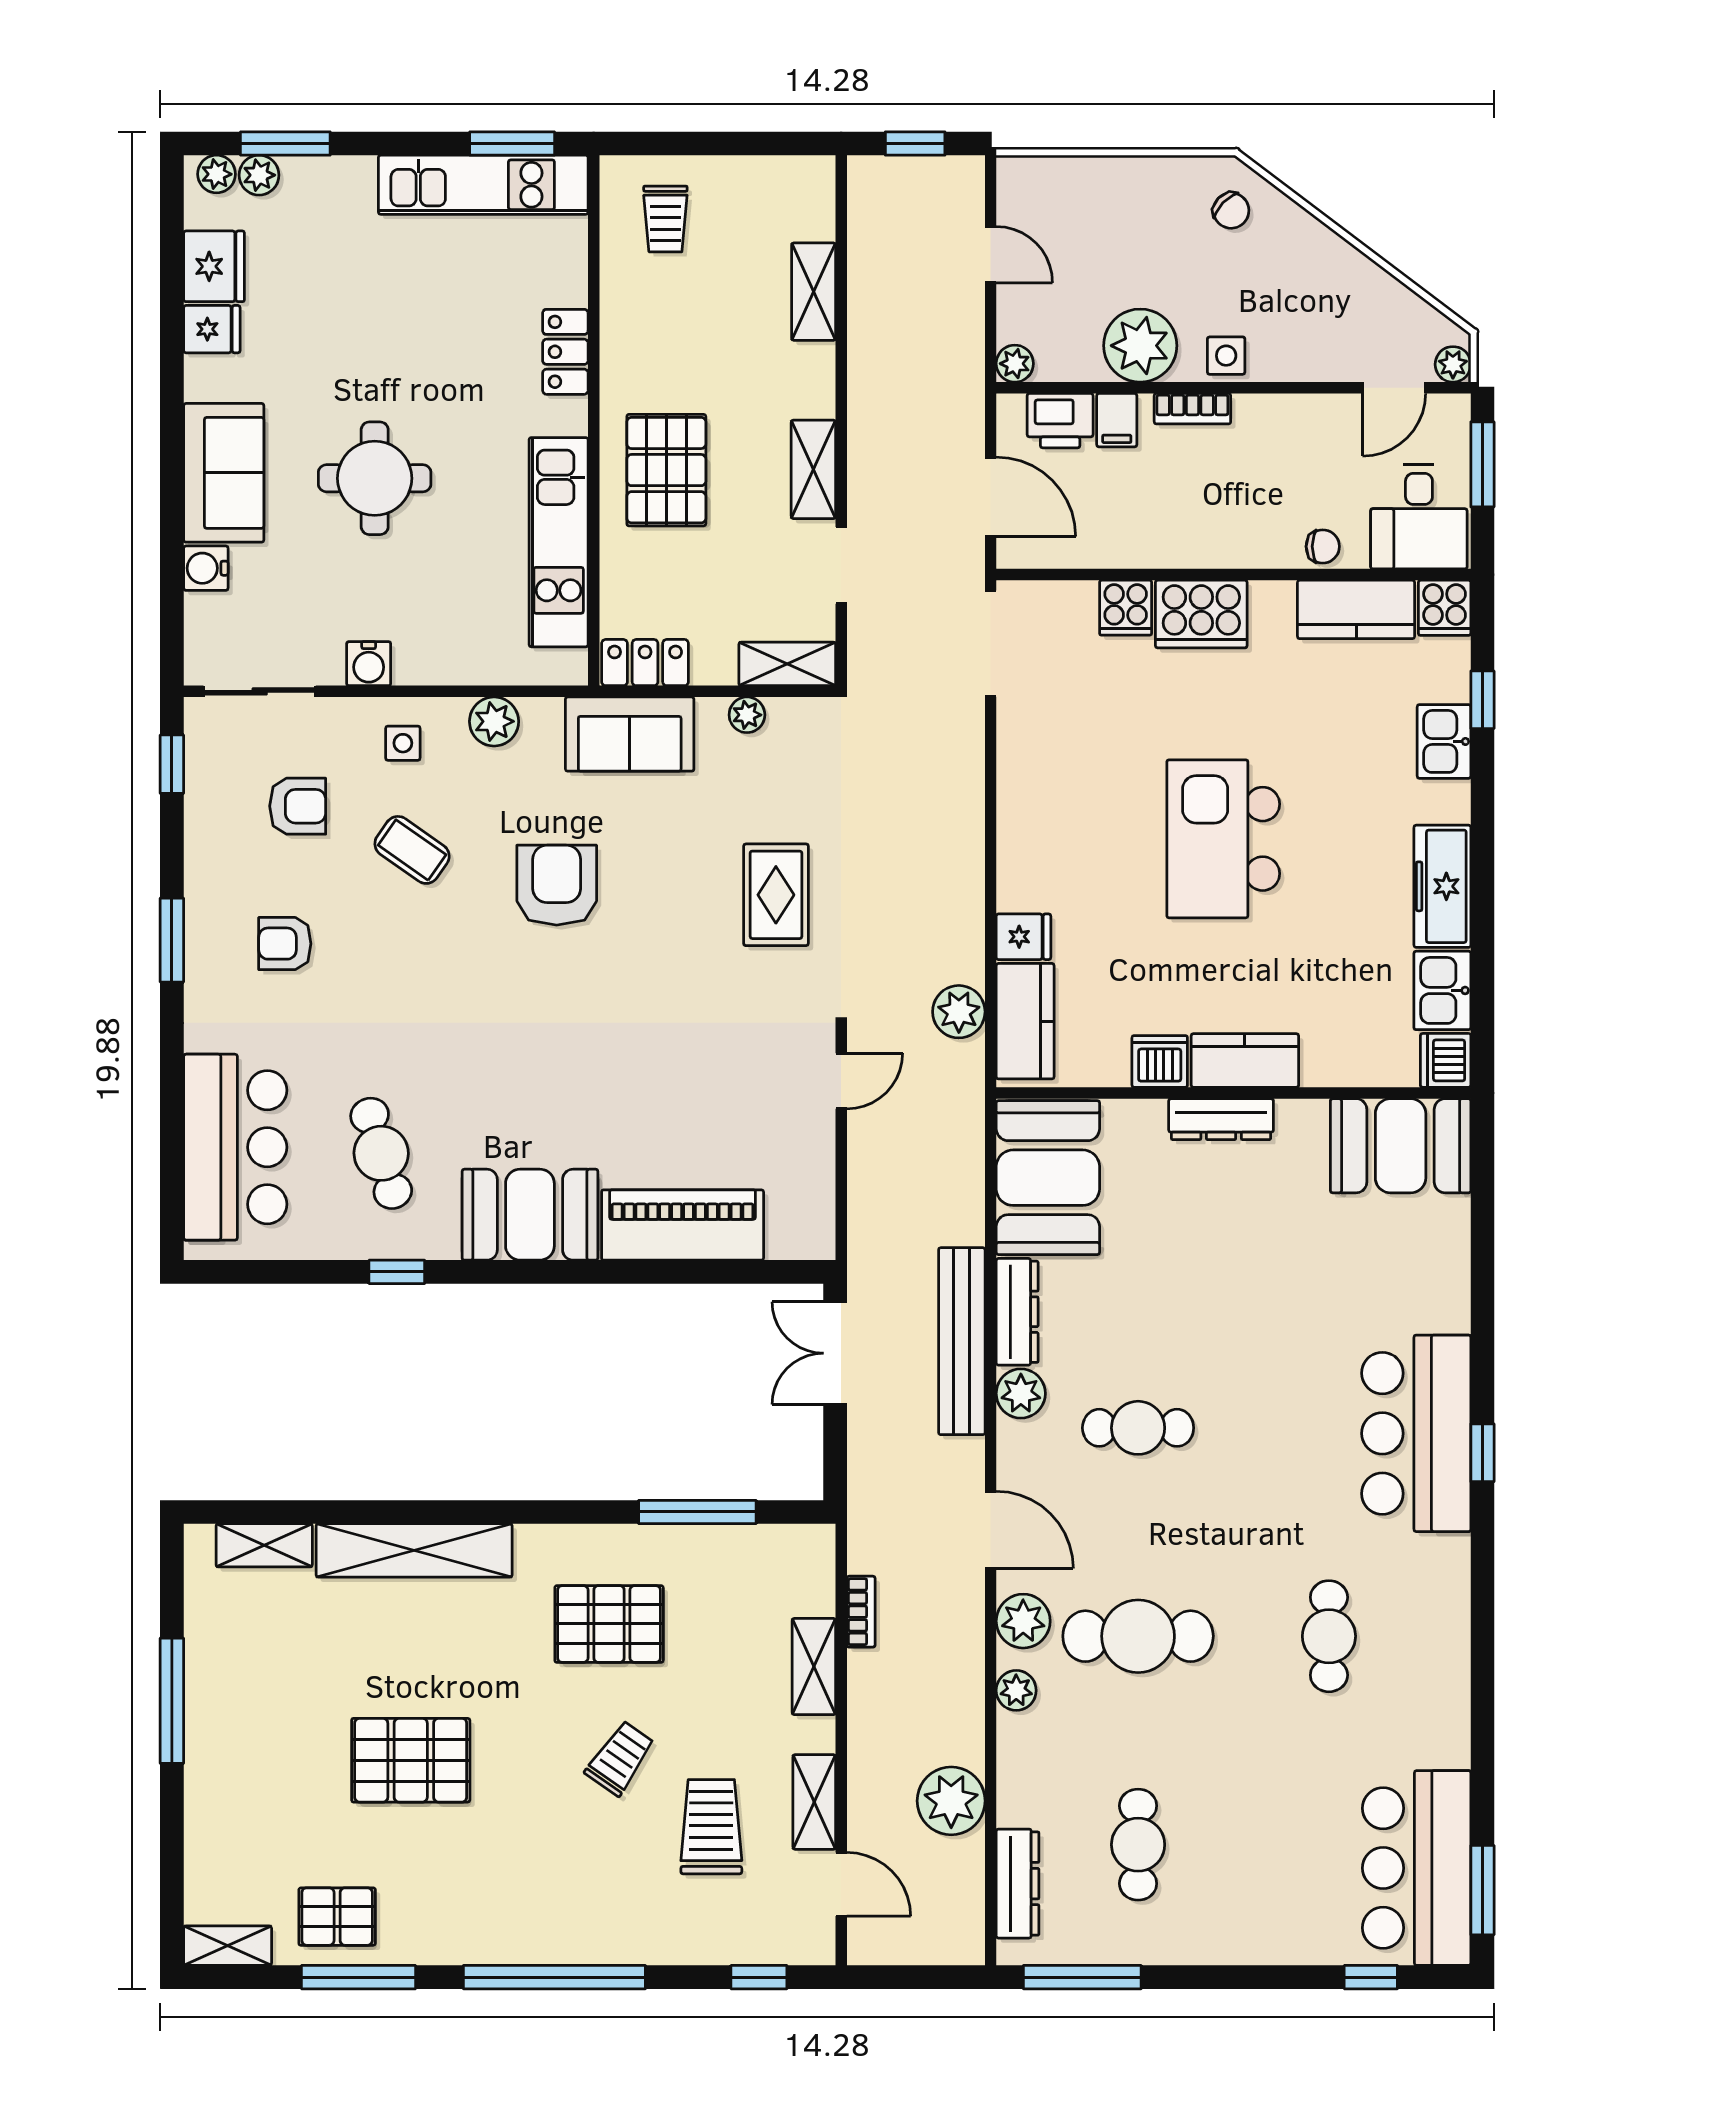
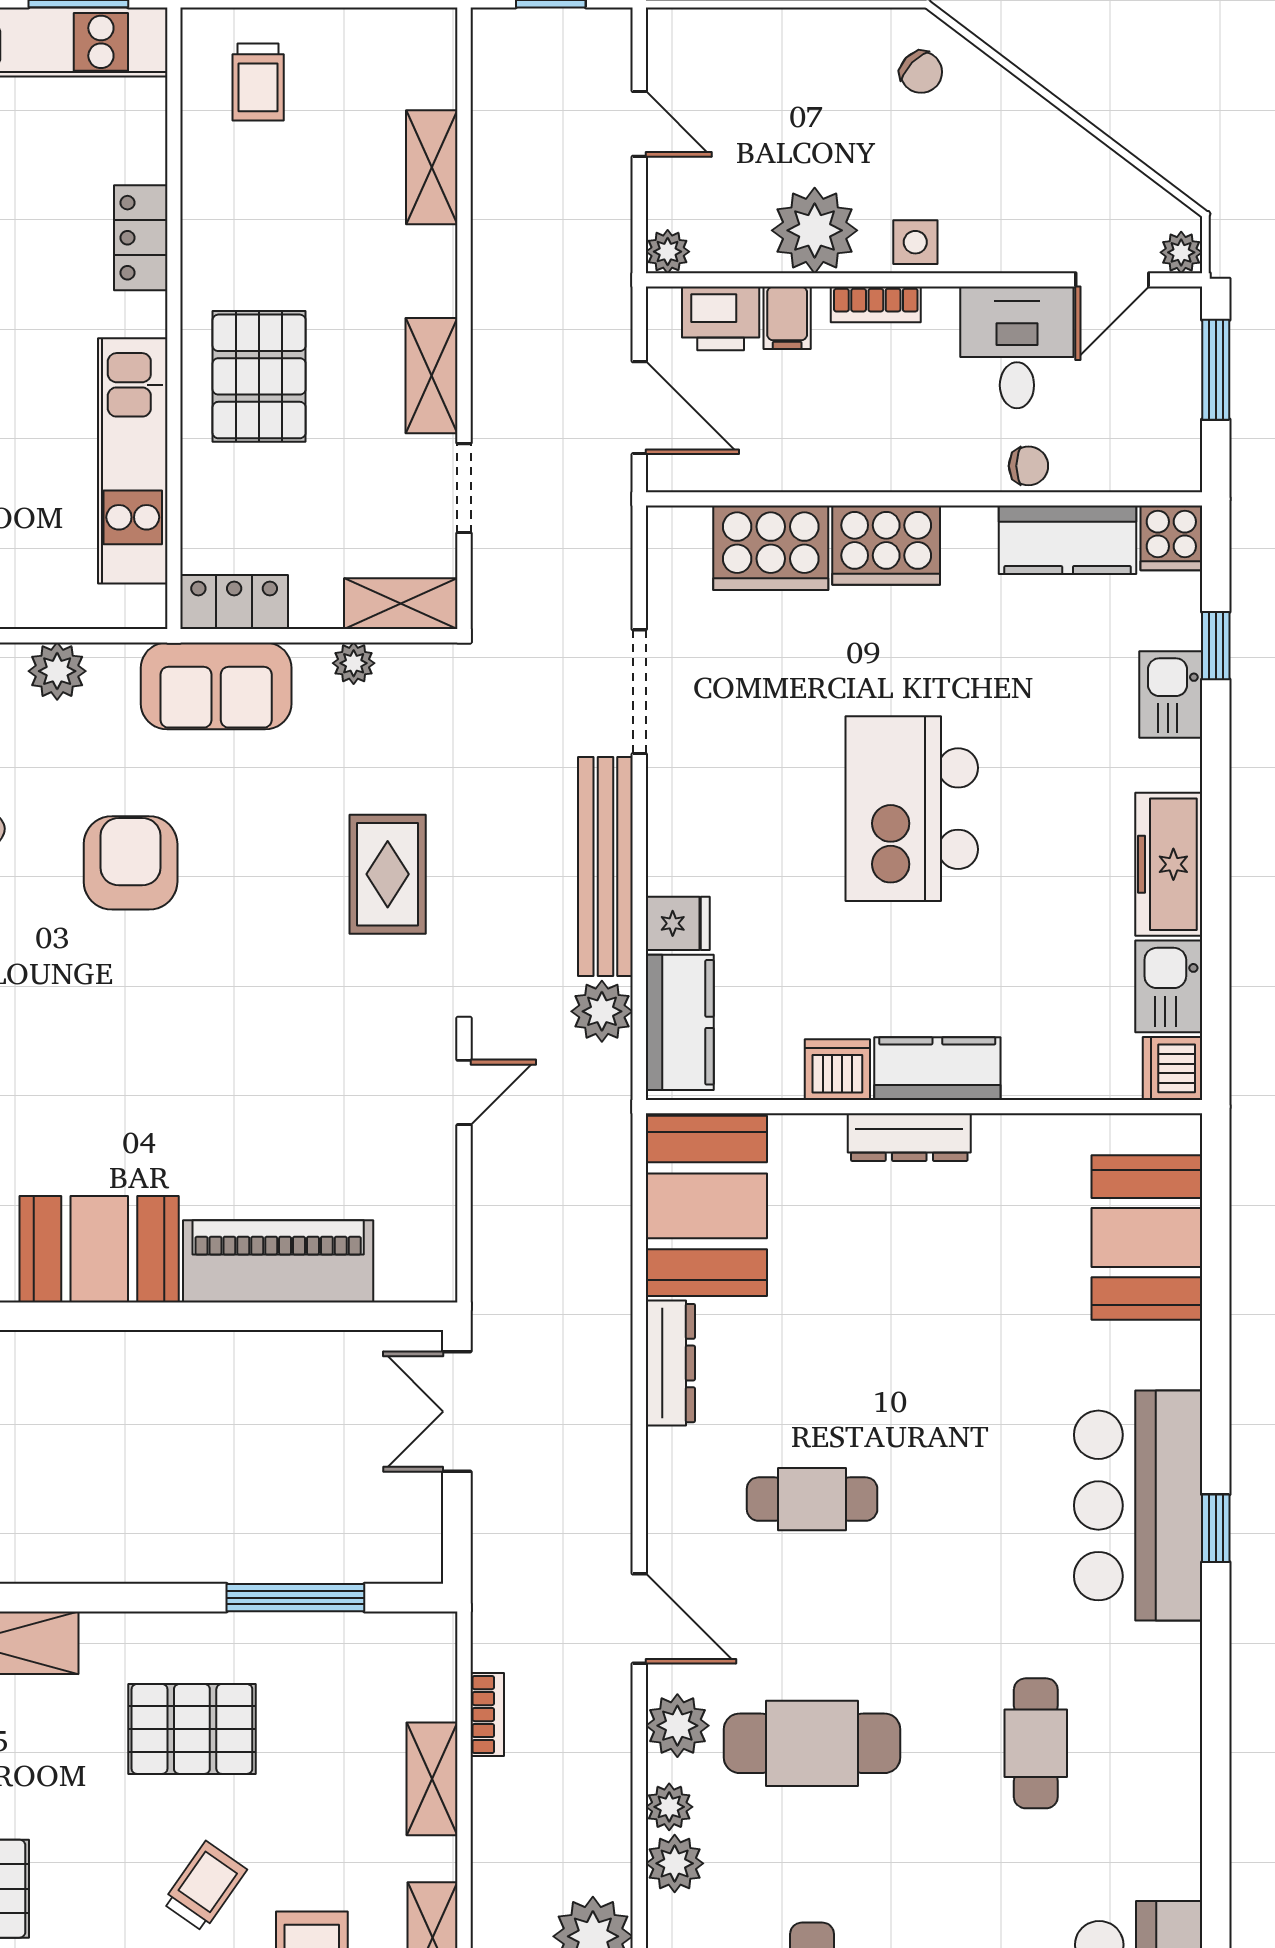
desk: (1419, 517) -> (1017, 347), moved, turned 180
cooker: (1126, 608) -> (771, 548), width x1.87, depth x1.31
doorway: (991, 644) -> (639, 692), moved
booth: (1401, 1146) -> (1147, 1238), moved, turned 90
bench: (962, 1341) -> (605, 867), moved
plant: (1021, 1394) -> (675, 1863), moved

